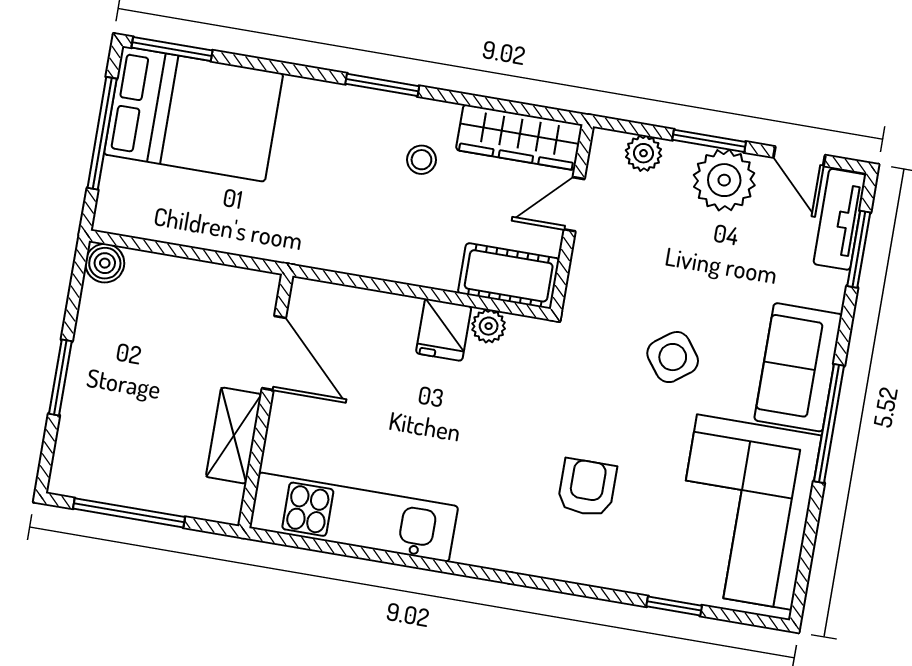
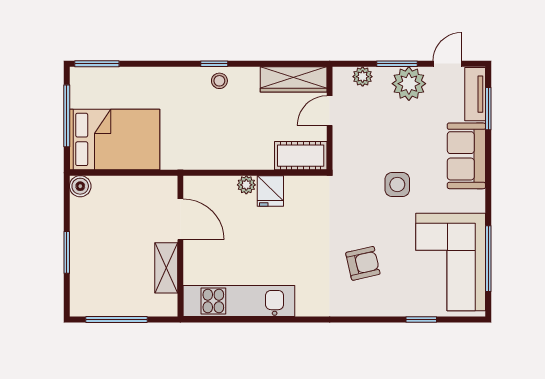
window: (382, 85) -> (214, 64), width x0.67
bed: (194, 114) -> (115, 139), moved
door: (799, 156) -> (447, 64), swing flipped
stool: (421, 160) -> (219, 81), moved
plant: (489, 326) -> (246, 185), moved
side table: (673, 357) -> (397, 184), turned 37
sofa: (798, 367) -> (466, 156), moved
window: (829, 423) -> (488, 259), moved
armchair: (587, 488) -> (363, 263), turned 77

